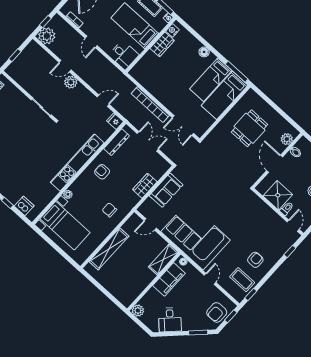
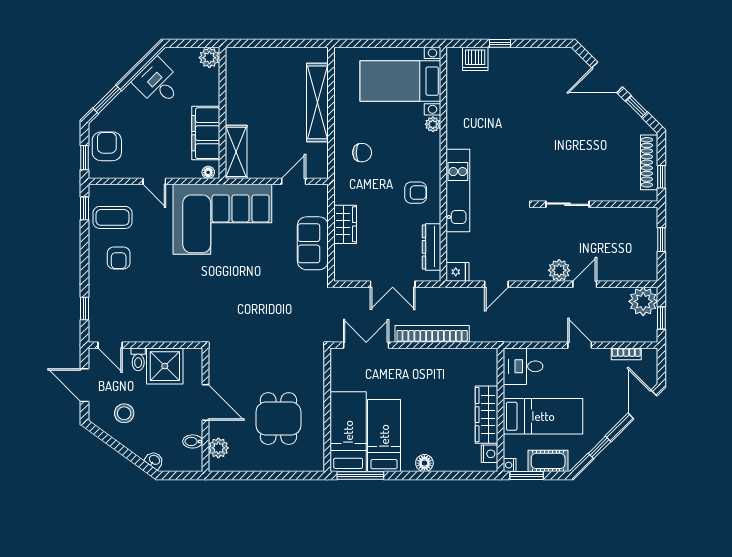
wardrobe: (162, 44) -> (487, 415), width x1.50
kitchen unit: (77, 163) -> (458, 191), width x0.73

